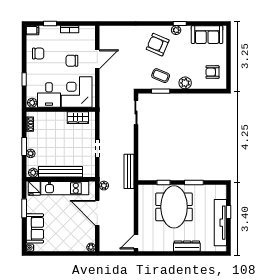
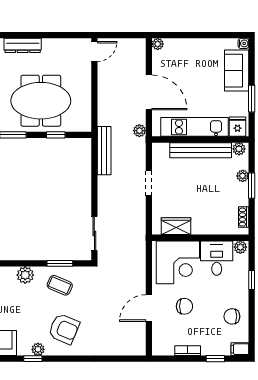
meeting table: (174, 207) -> (41, 101), turned 90

